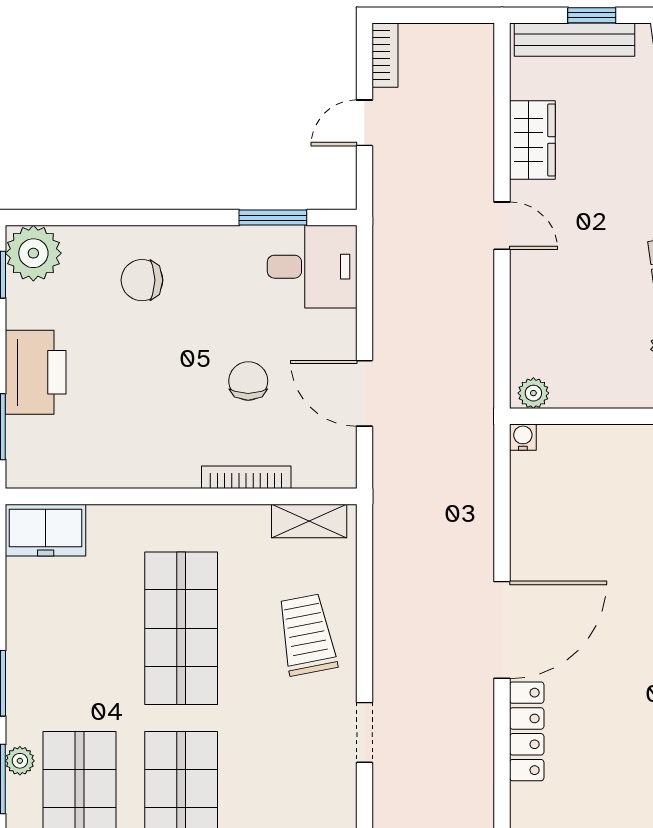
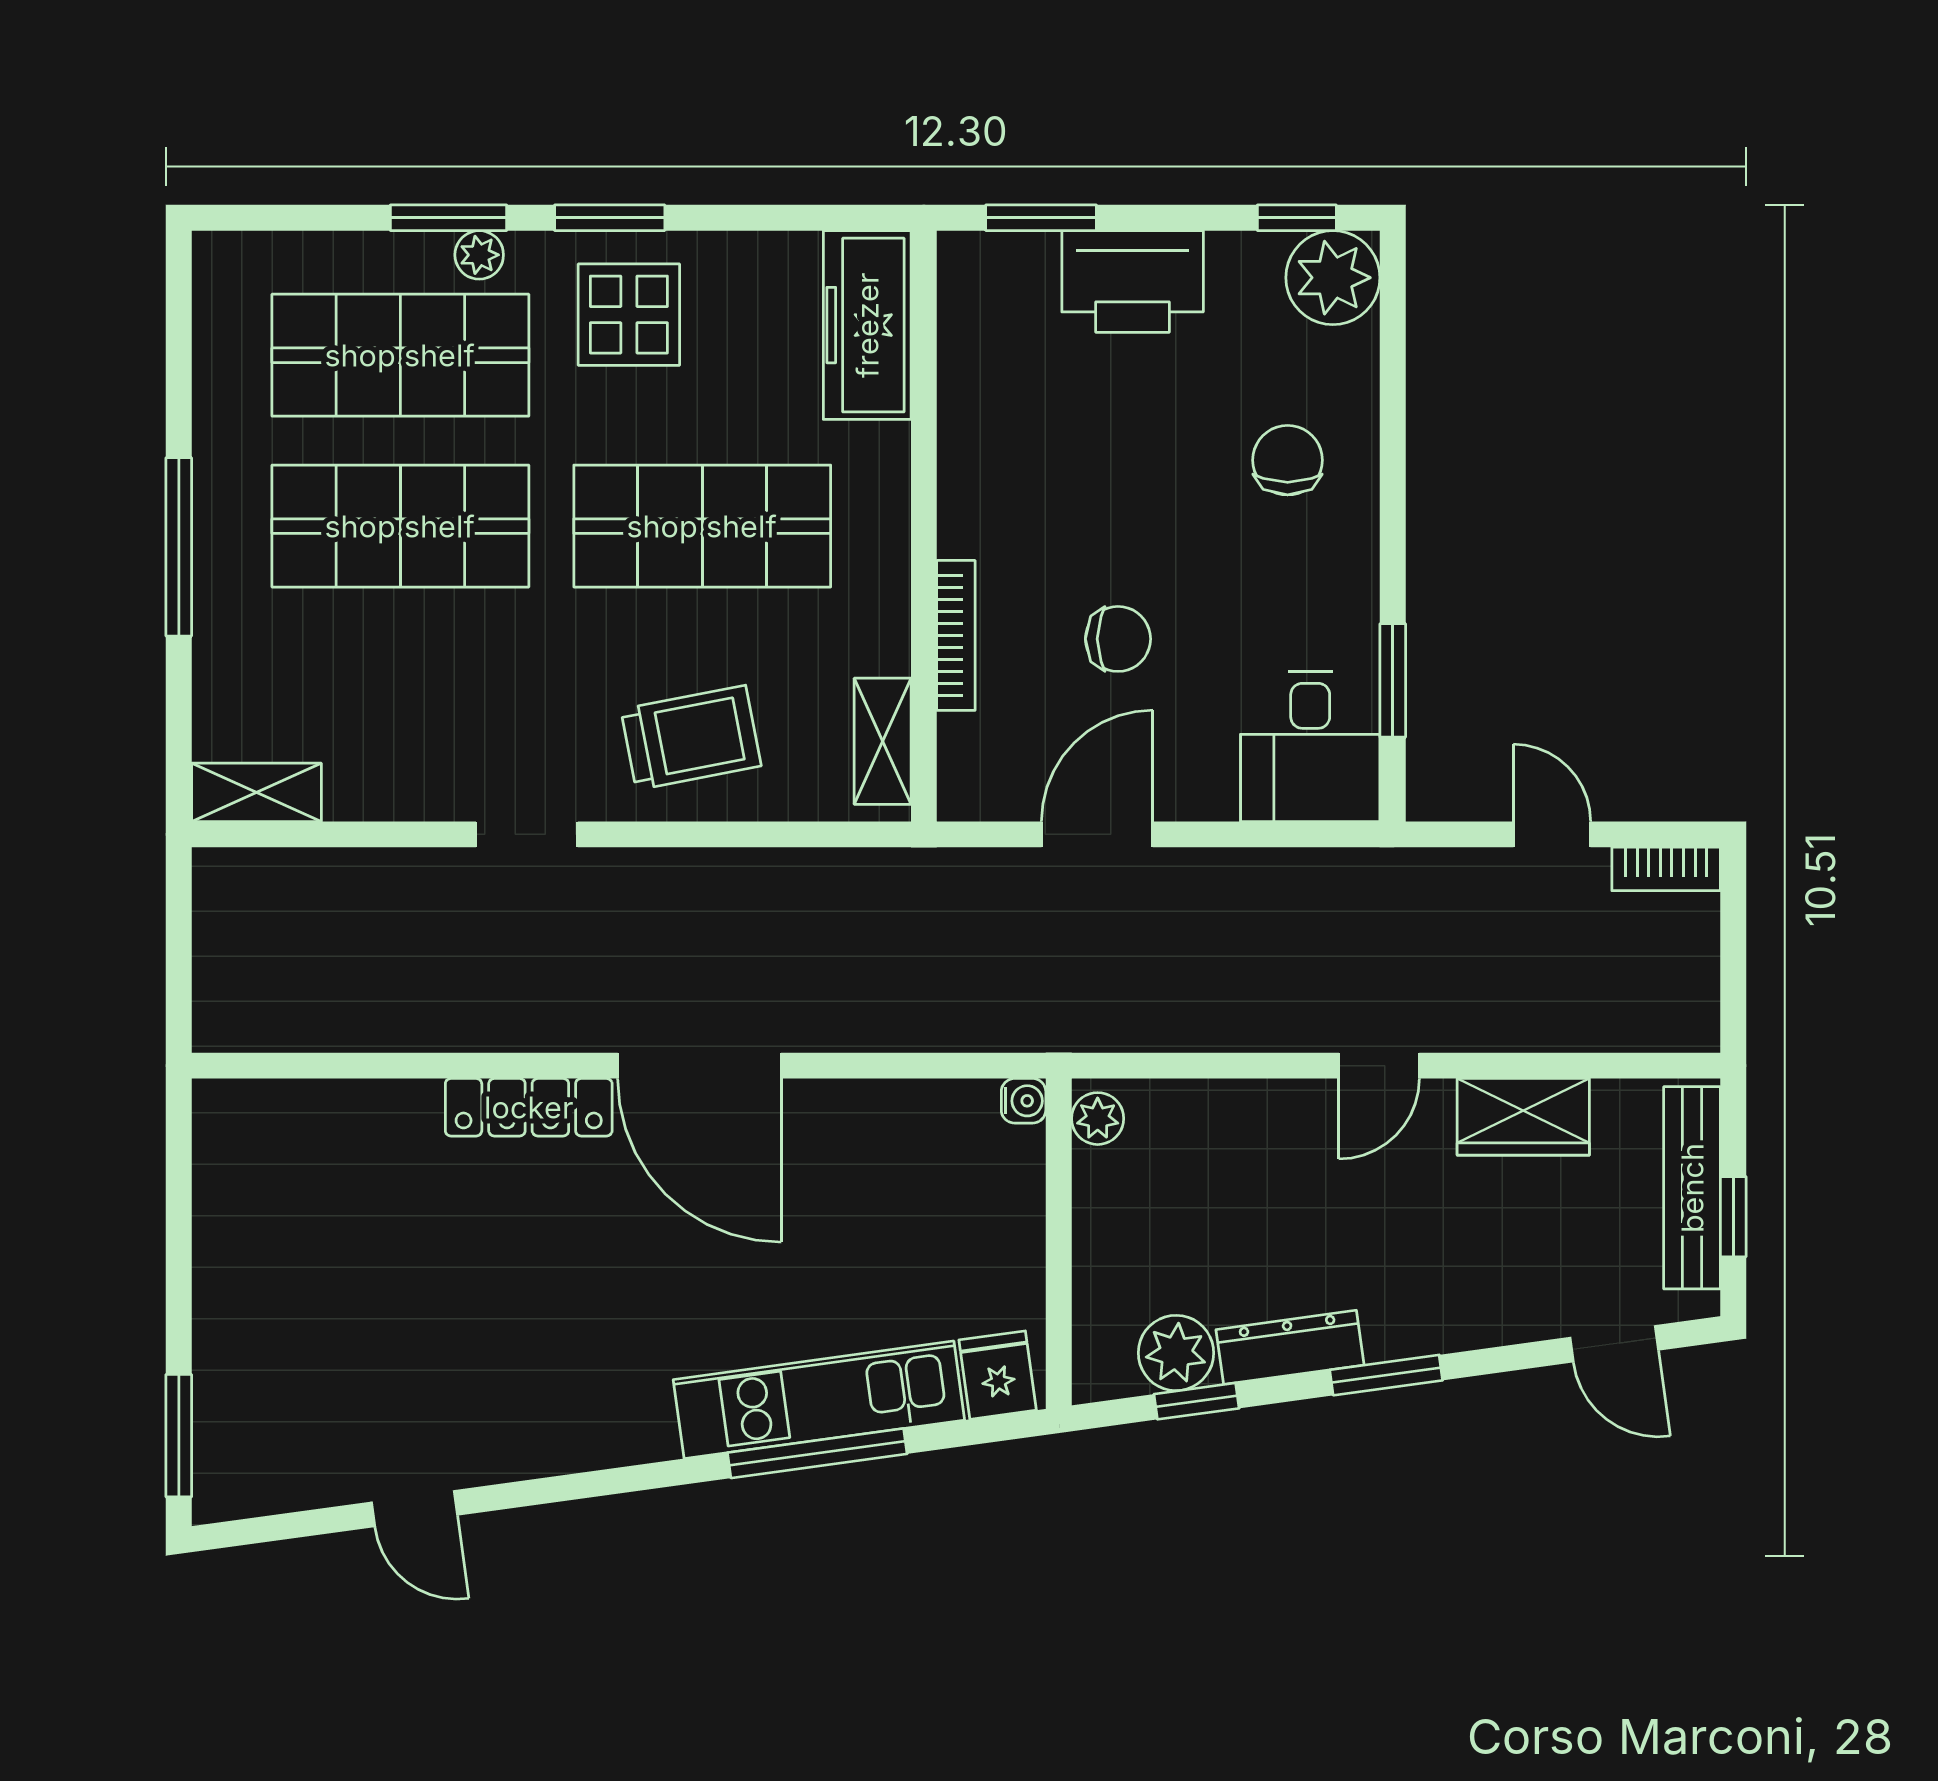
freezer: (46, 530) -> (867, 325), width x1.40
display table: (55, 672) -> (629, 315), added

